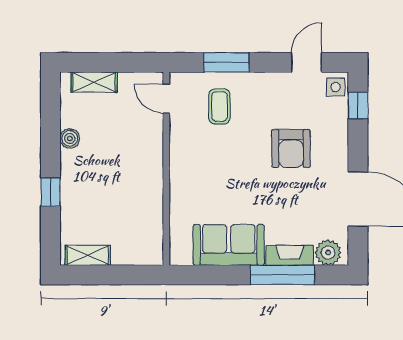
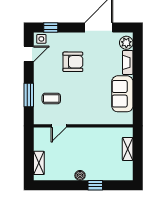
door: (306, 62) -> (29, 54), swing flipped
door: (166, 99) -> (59, 126), moved
boiler: (70, 138) -> (80, 175), moved
shelving: (88, 255) -> (128, 149), moved
window: (282, 275) -> (138, 66), removed

